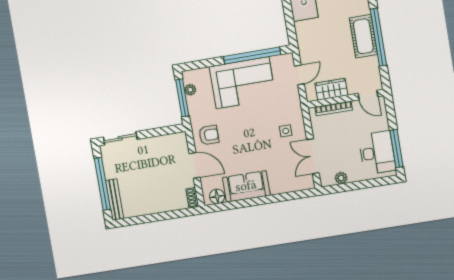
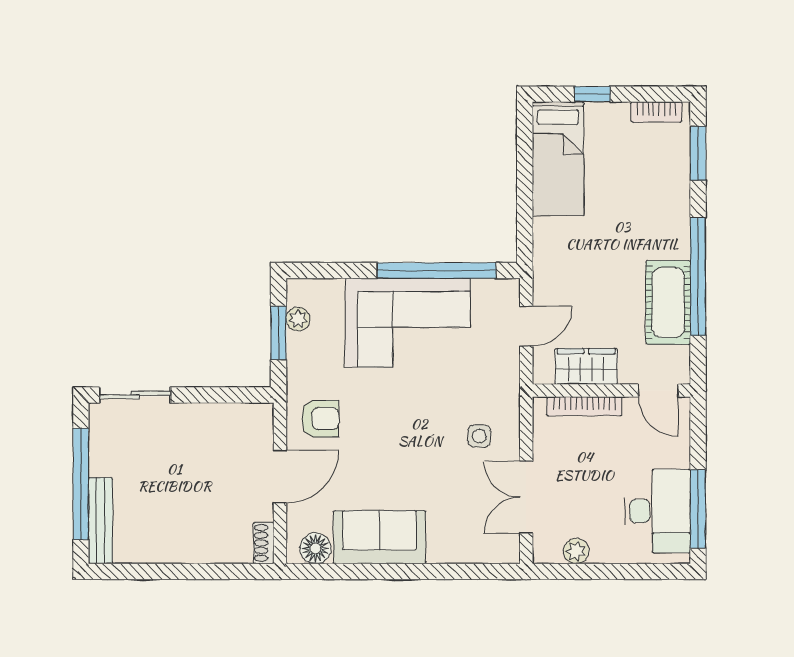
cot: (363, 36) -> (668, 302), moved
window: (182, 98) -> (278, 333), width x0.69
door: (195, 165) -> (280, 477), hinge flipped

